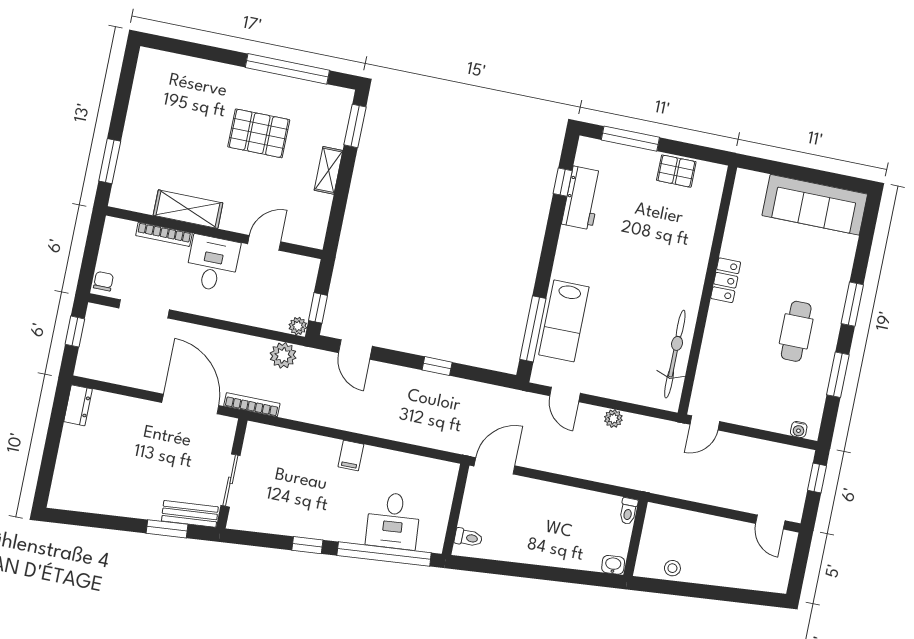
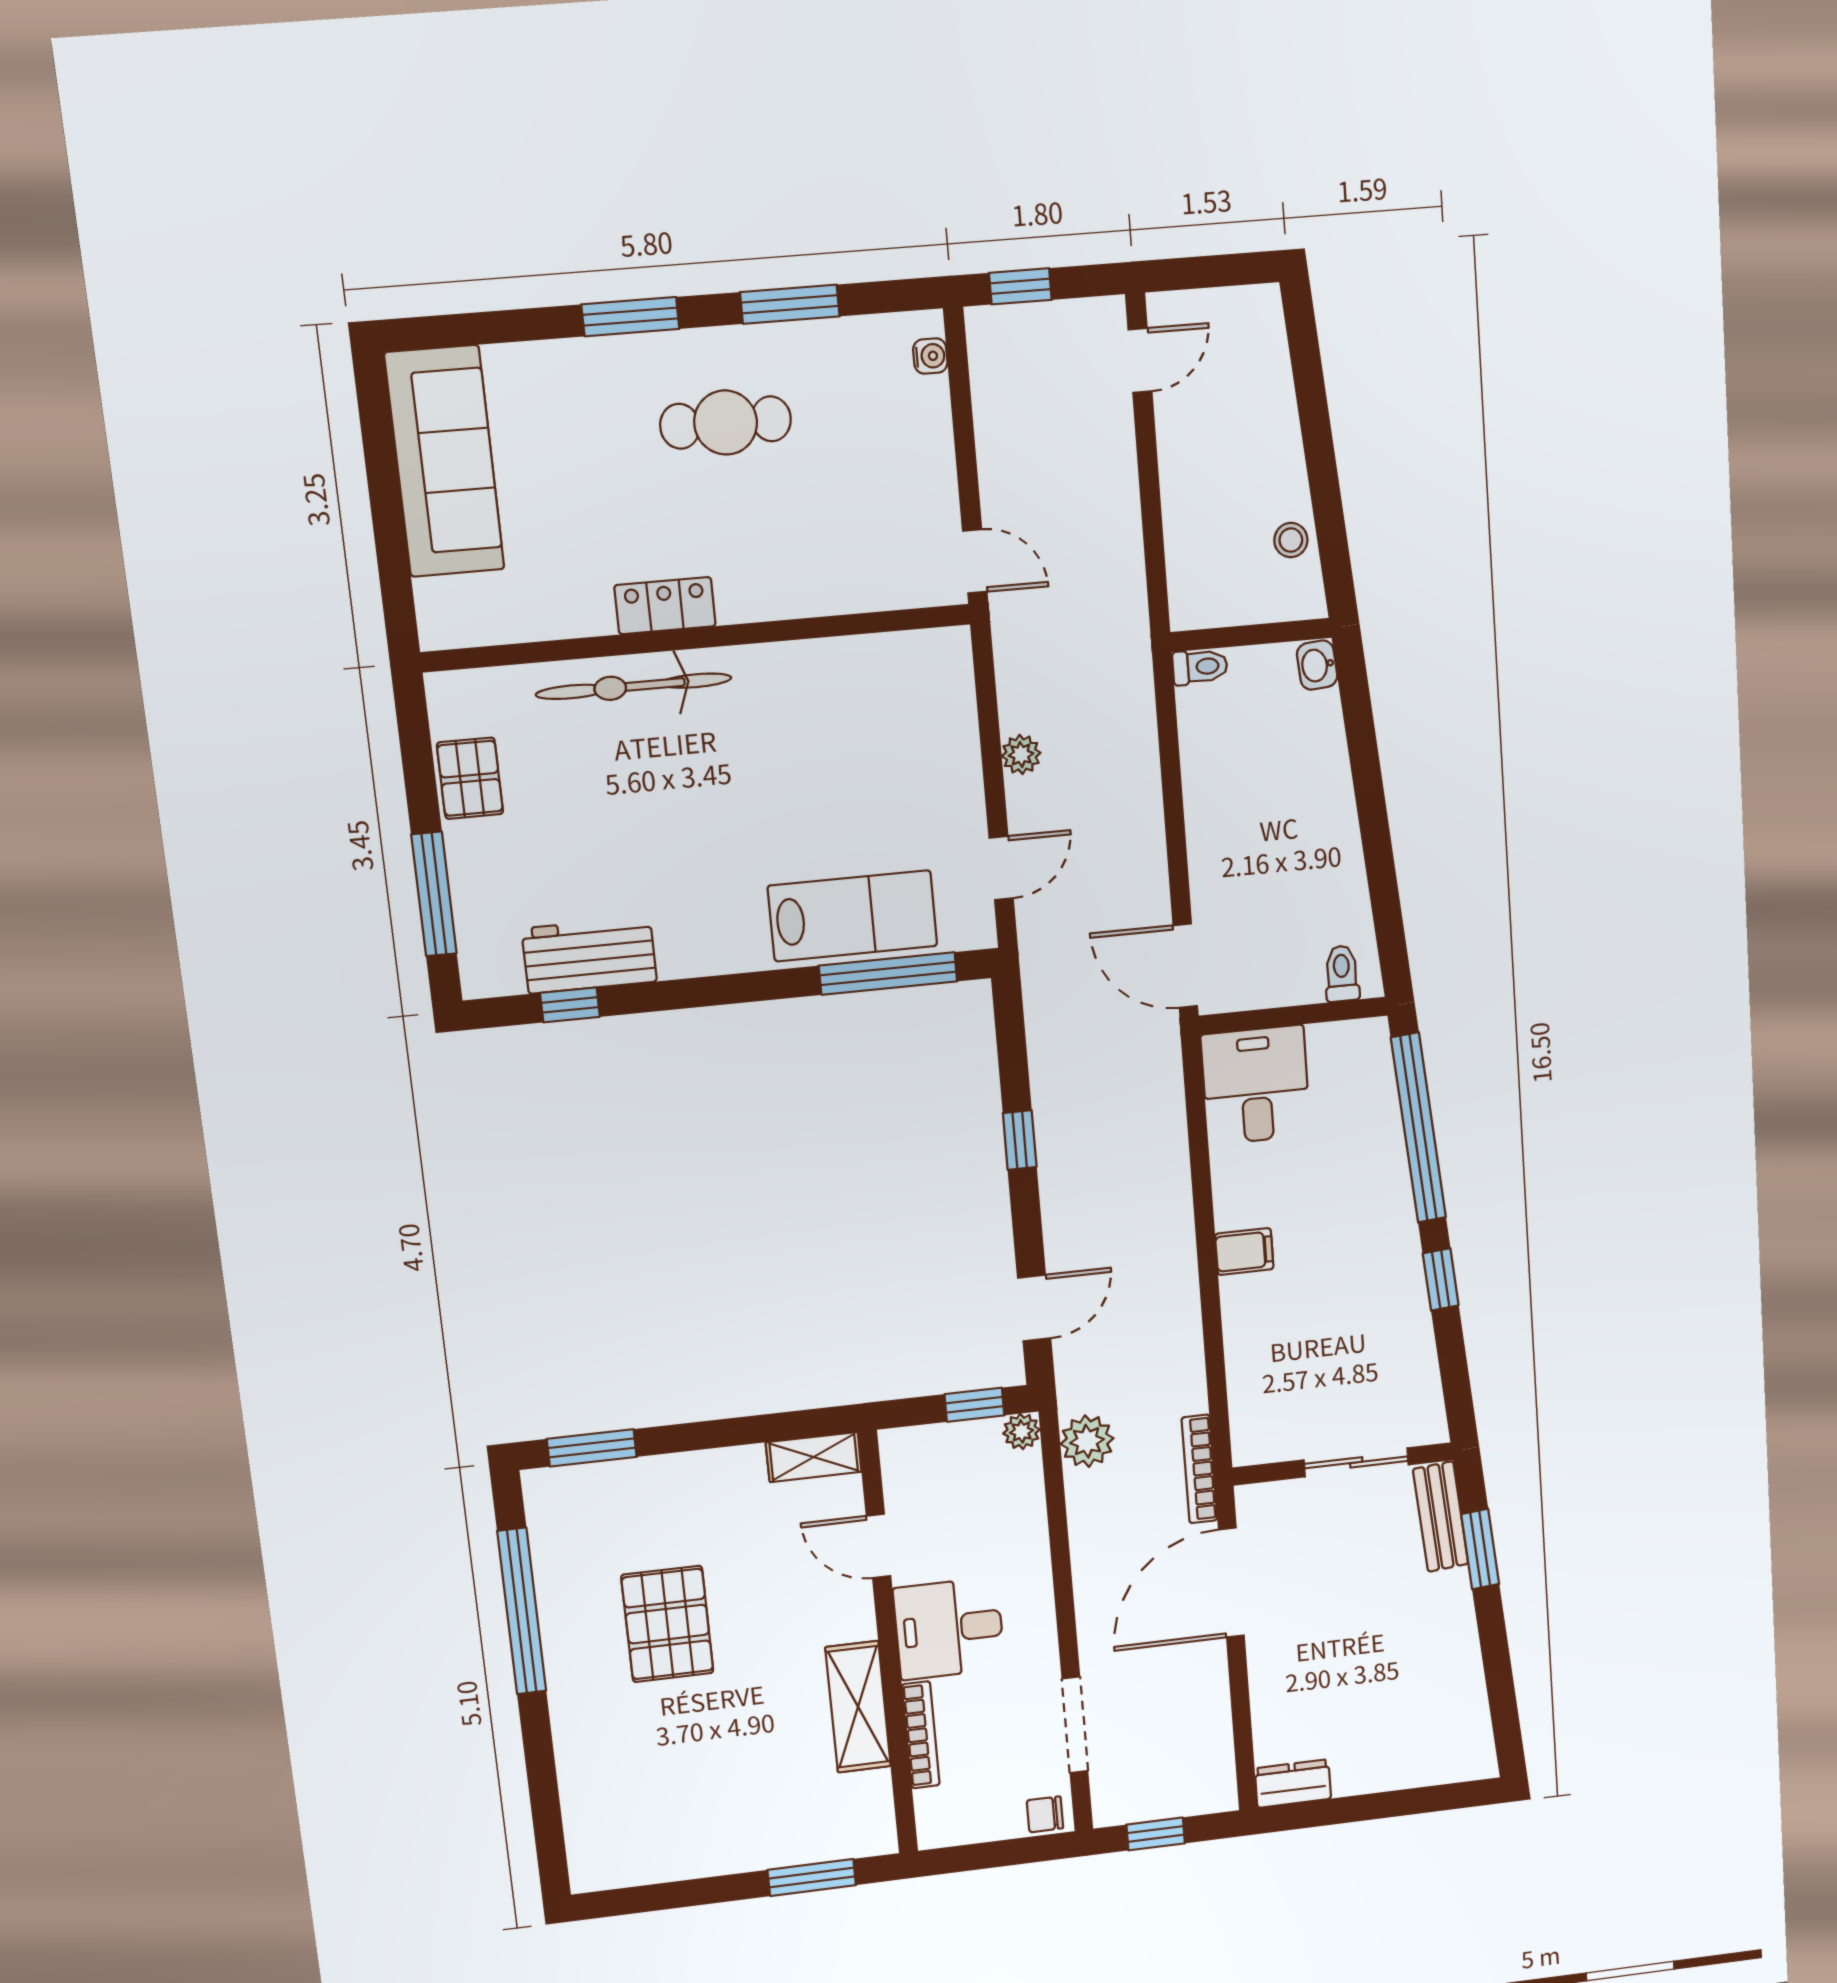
shelving: (329, 170) -> (814, 1457), moved
bicycle: (675, 354) -> (634, 686), moved
desk: (393, 521) -> (1256, 1085), moved, turned -85

